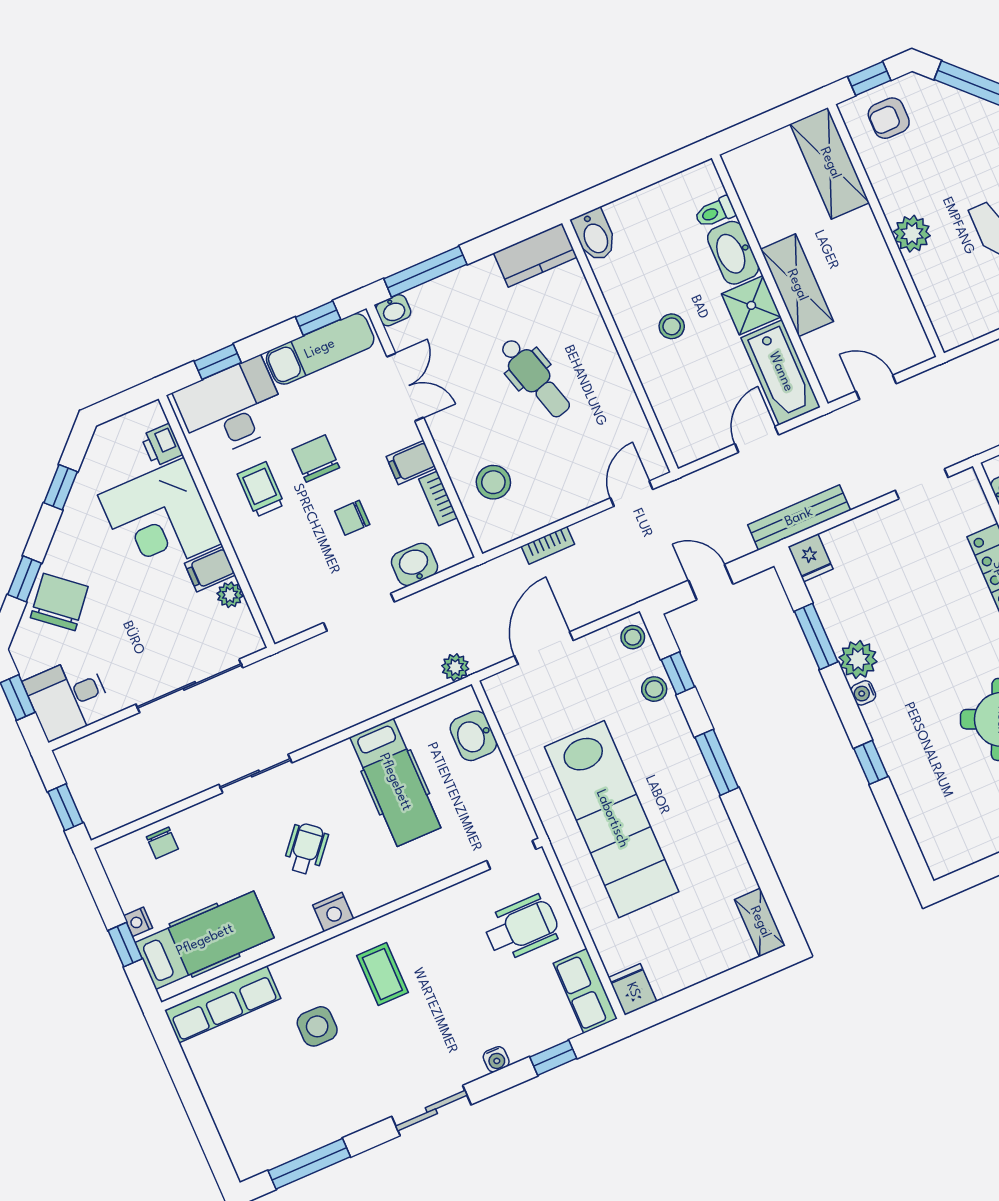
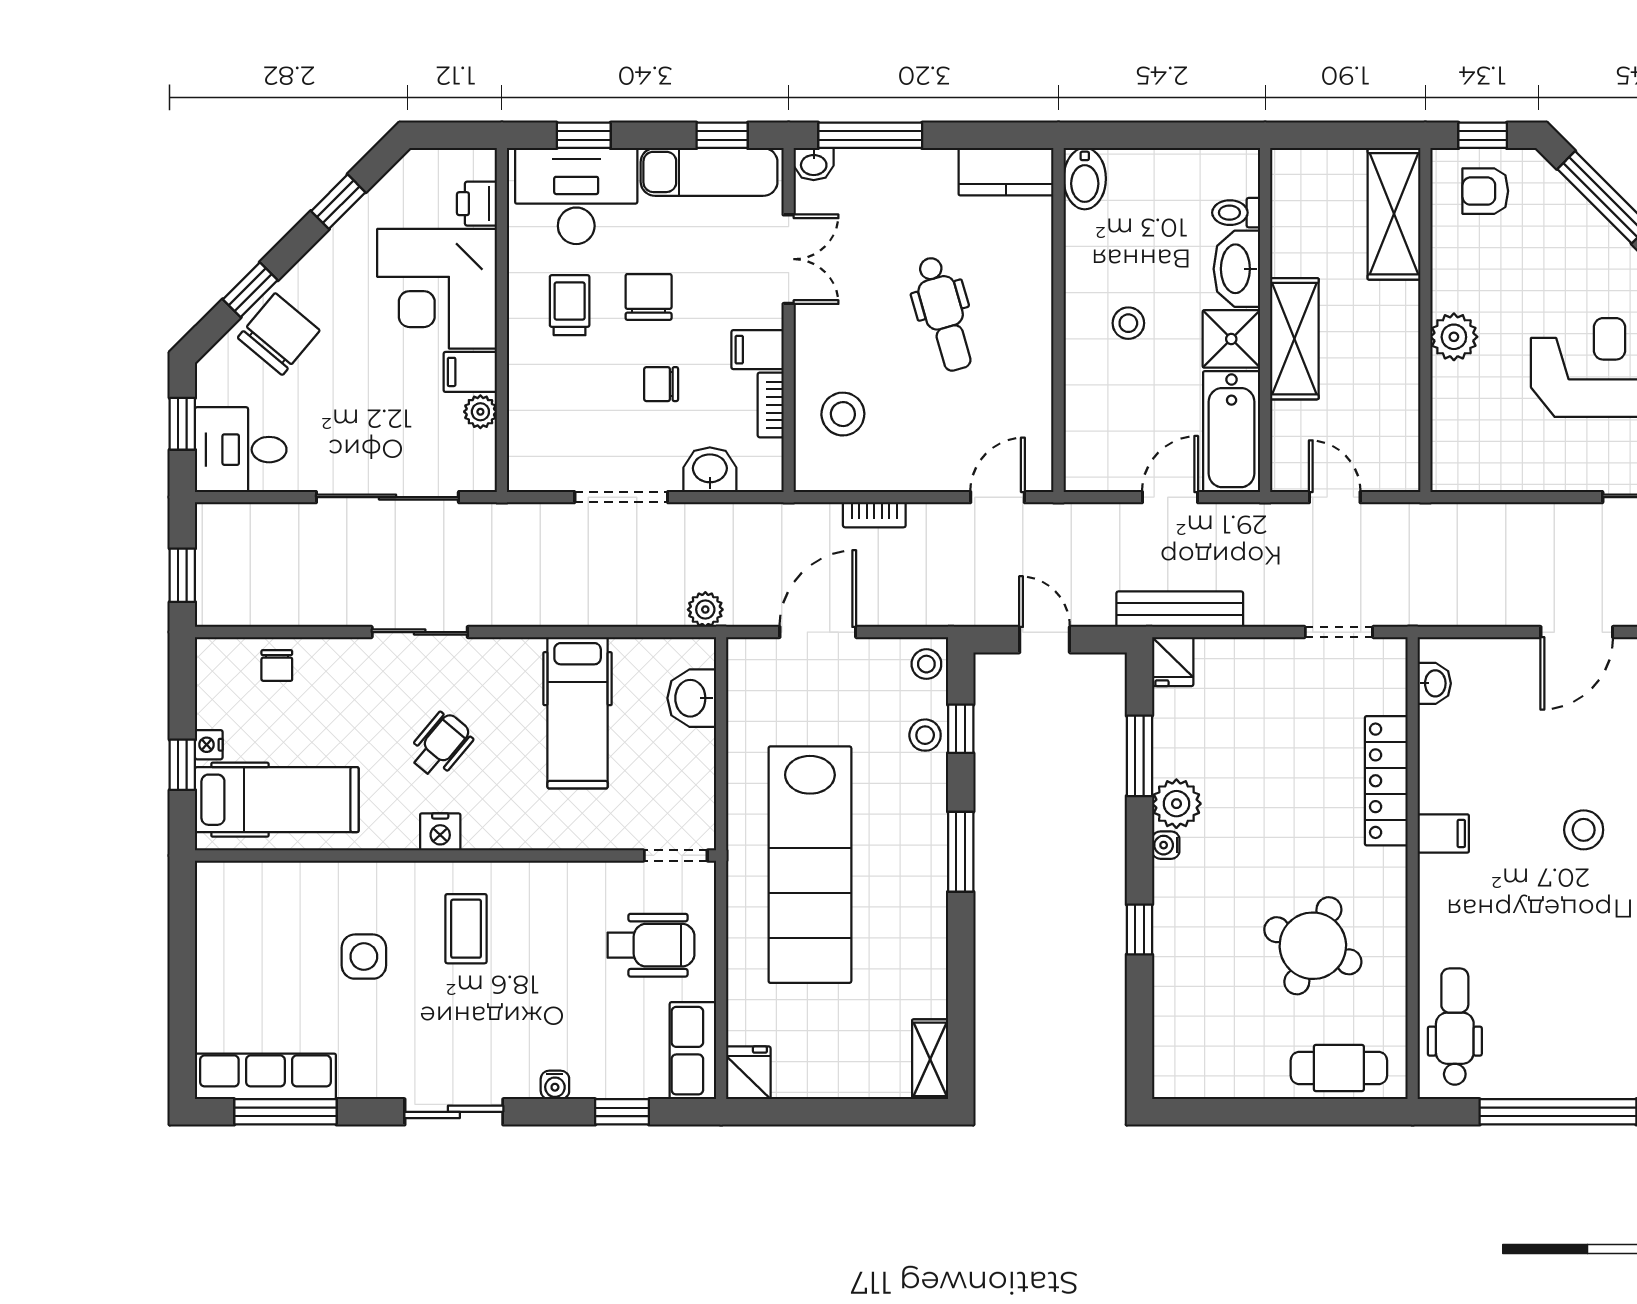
row of seats: (223, 1004) -> (265, 1076), moved, turned 180

